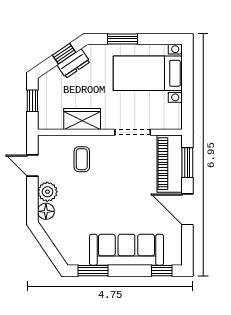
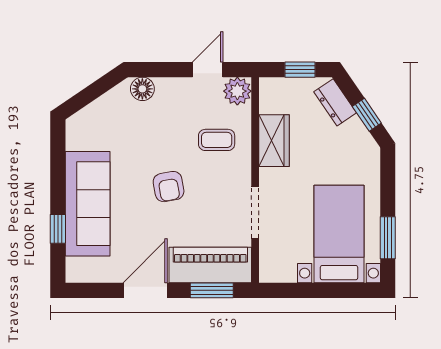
window: (122, 39) -> (388, 238), moved
dresser: (74, 64) -> (335, 102), moved
plant: (47, 192) -> (237, 91), moved
armchair: (114, 193) -> (169, 187), added
window: (93, 271) -> (58, 156), removed
window: (162, 271) -> (58, 229), moved

